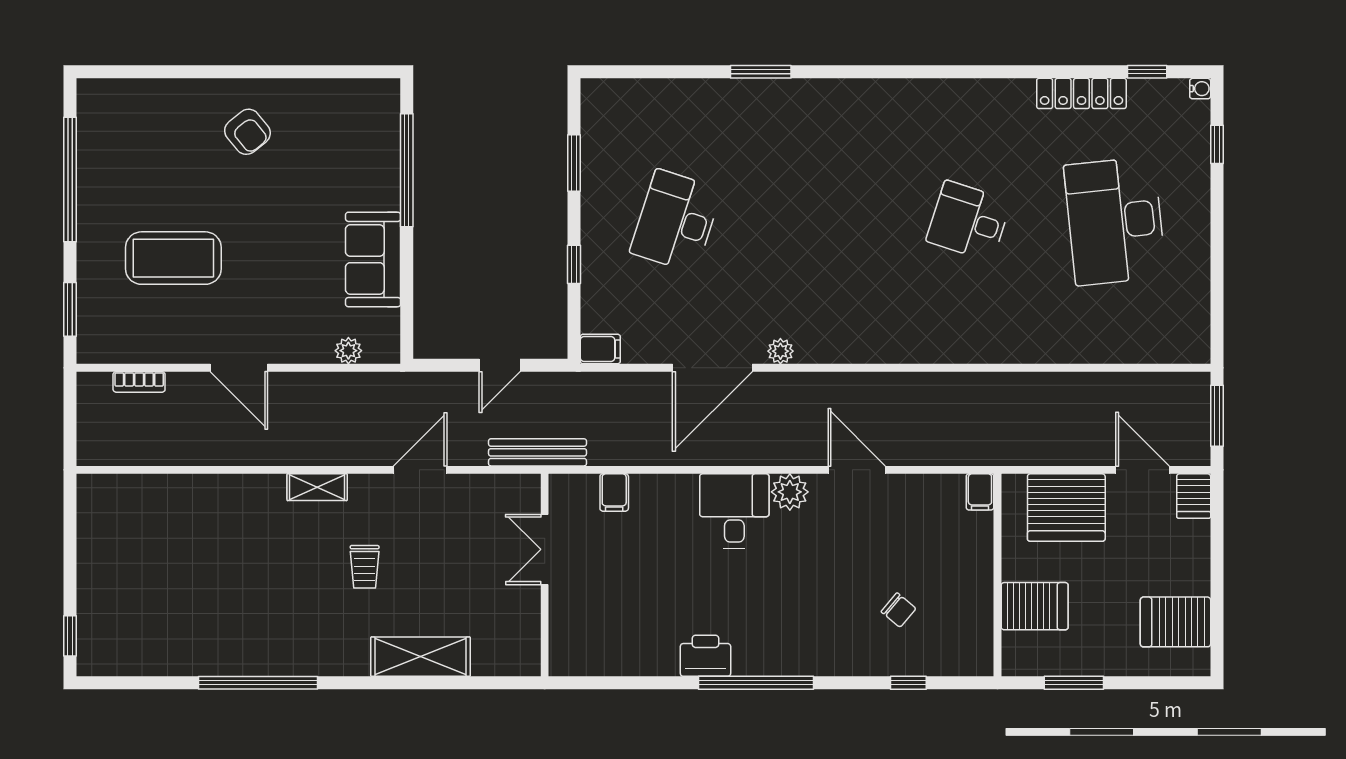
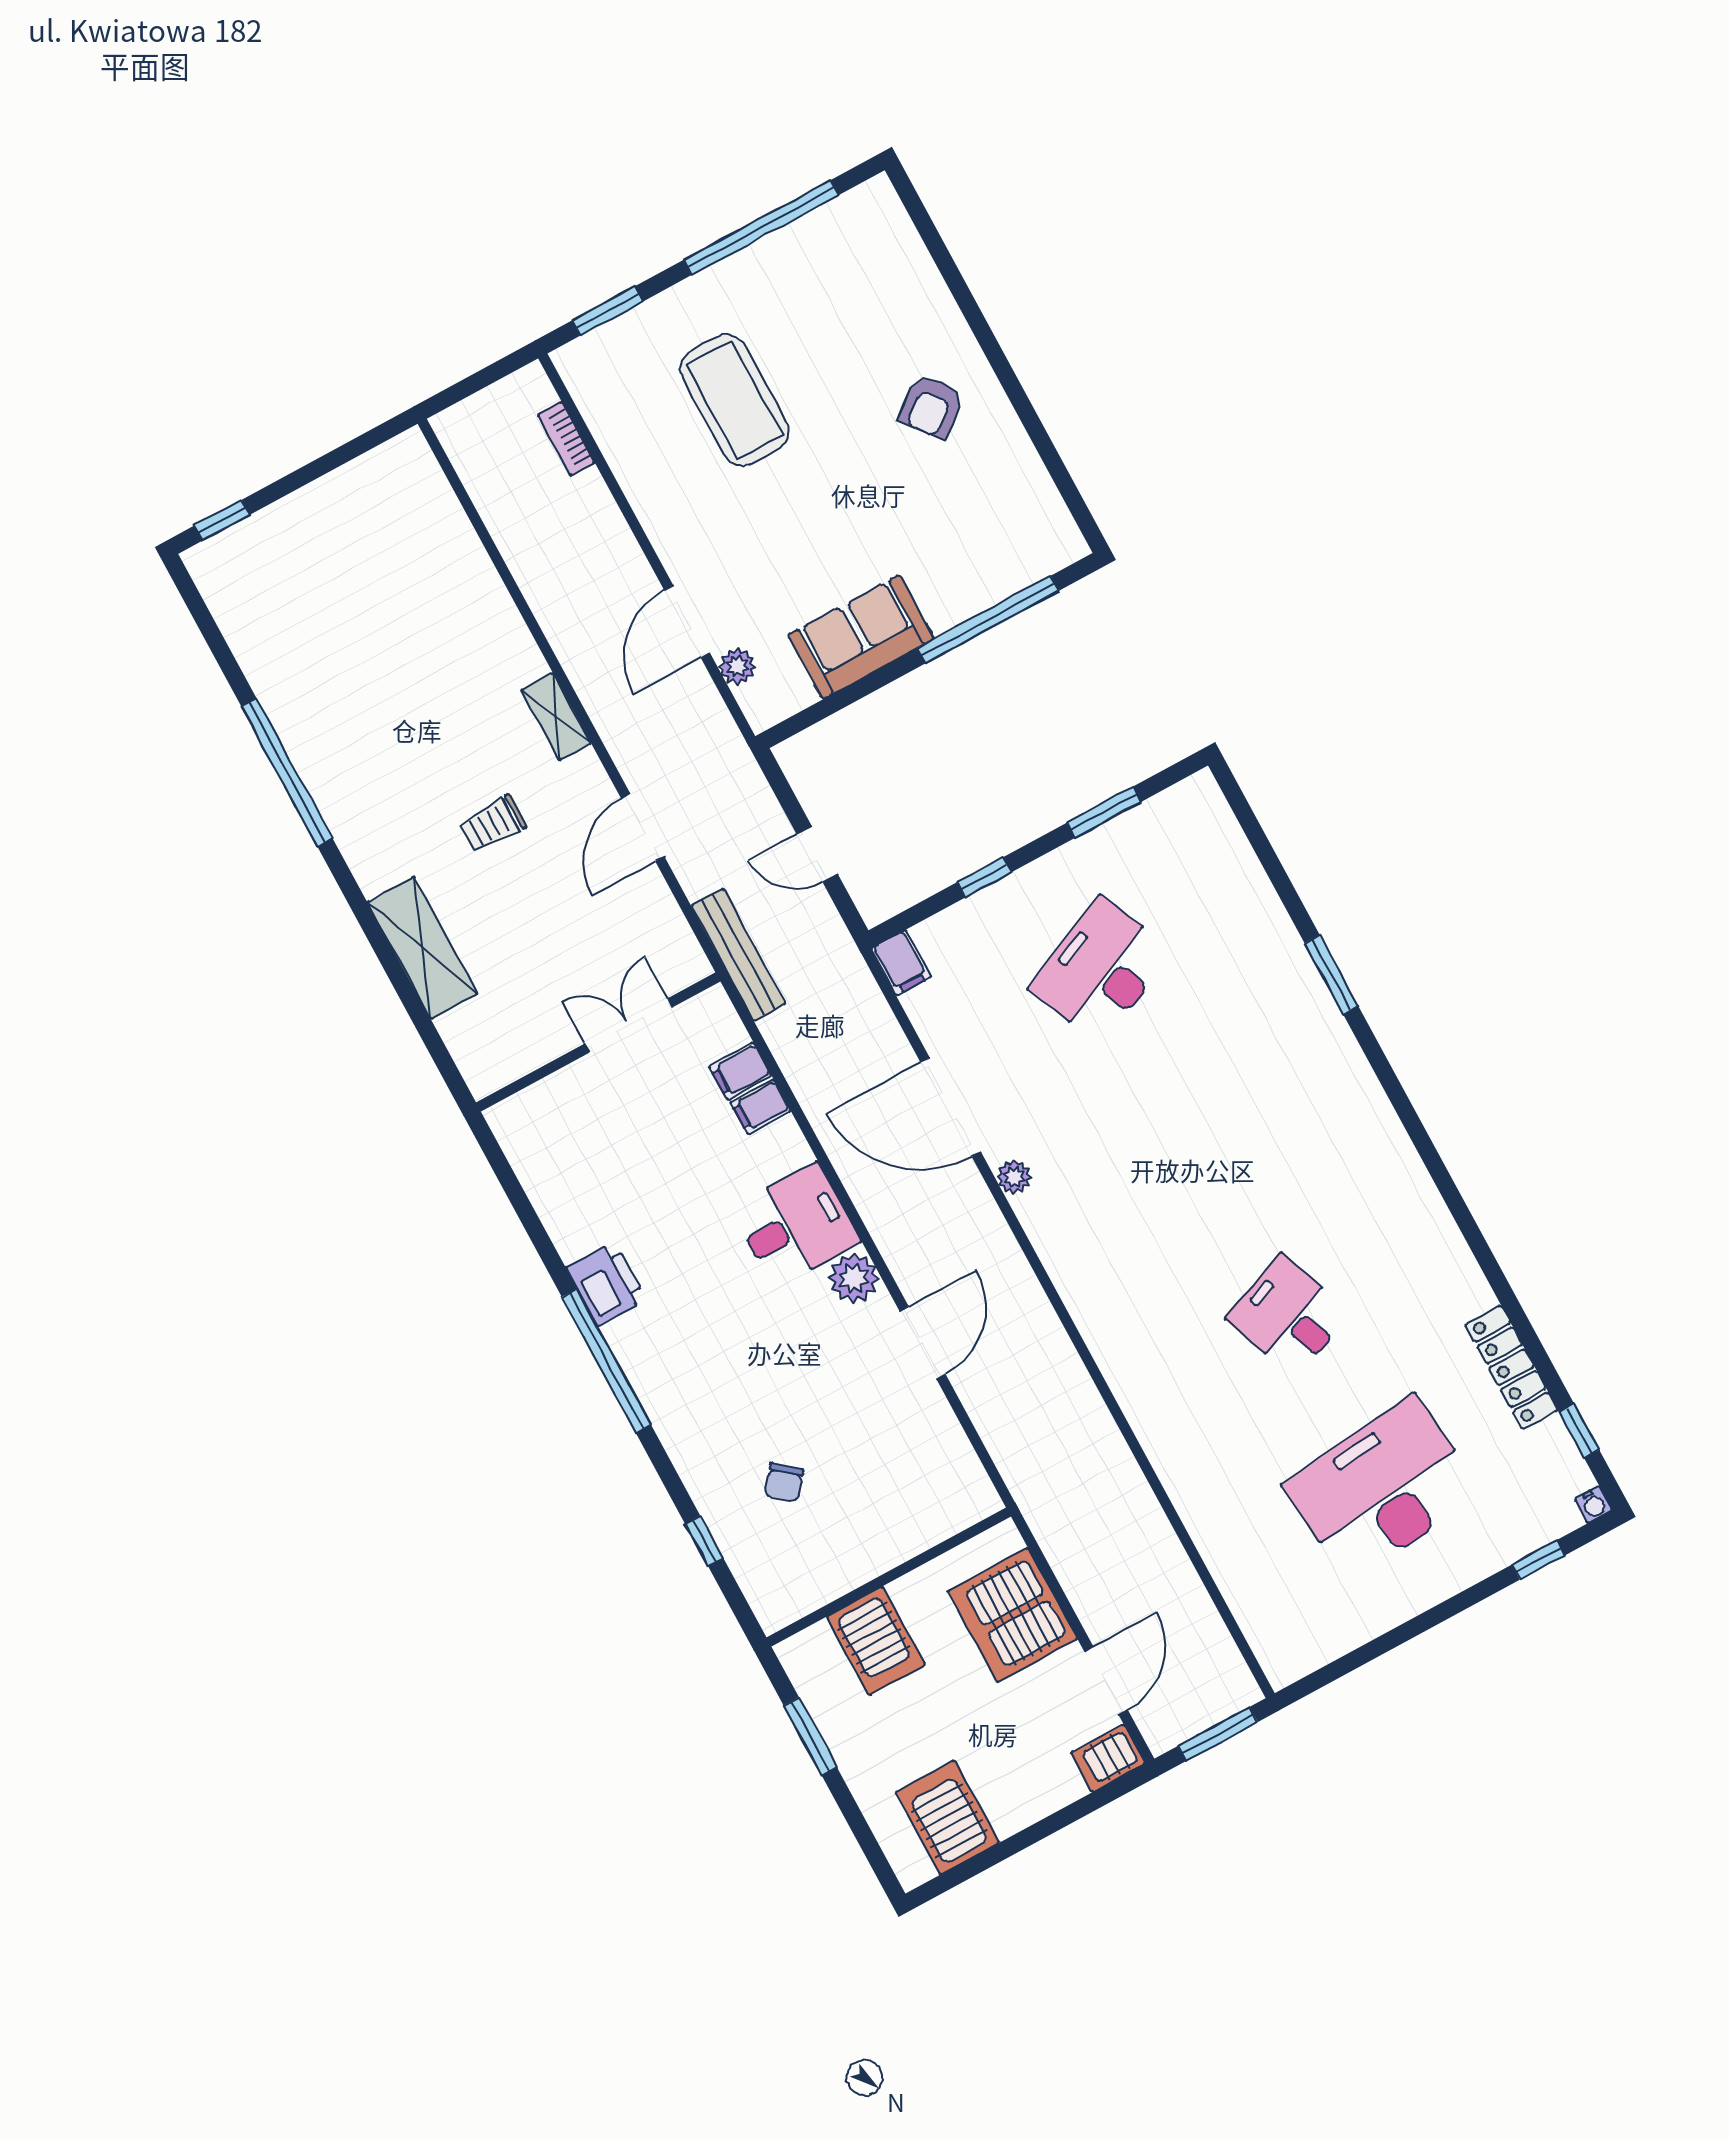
desk: (676, 221) -> (1101, 970), turned -42
desk: (969, 221) -> (1288, 1316), turned -39
door: (239, 368) -> (687, 621), moved
door: (420, 470) -> (643, 827), swing flipped
filing cabinet: (980, 492) -> (761, 1107), moved

